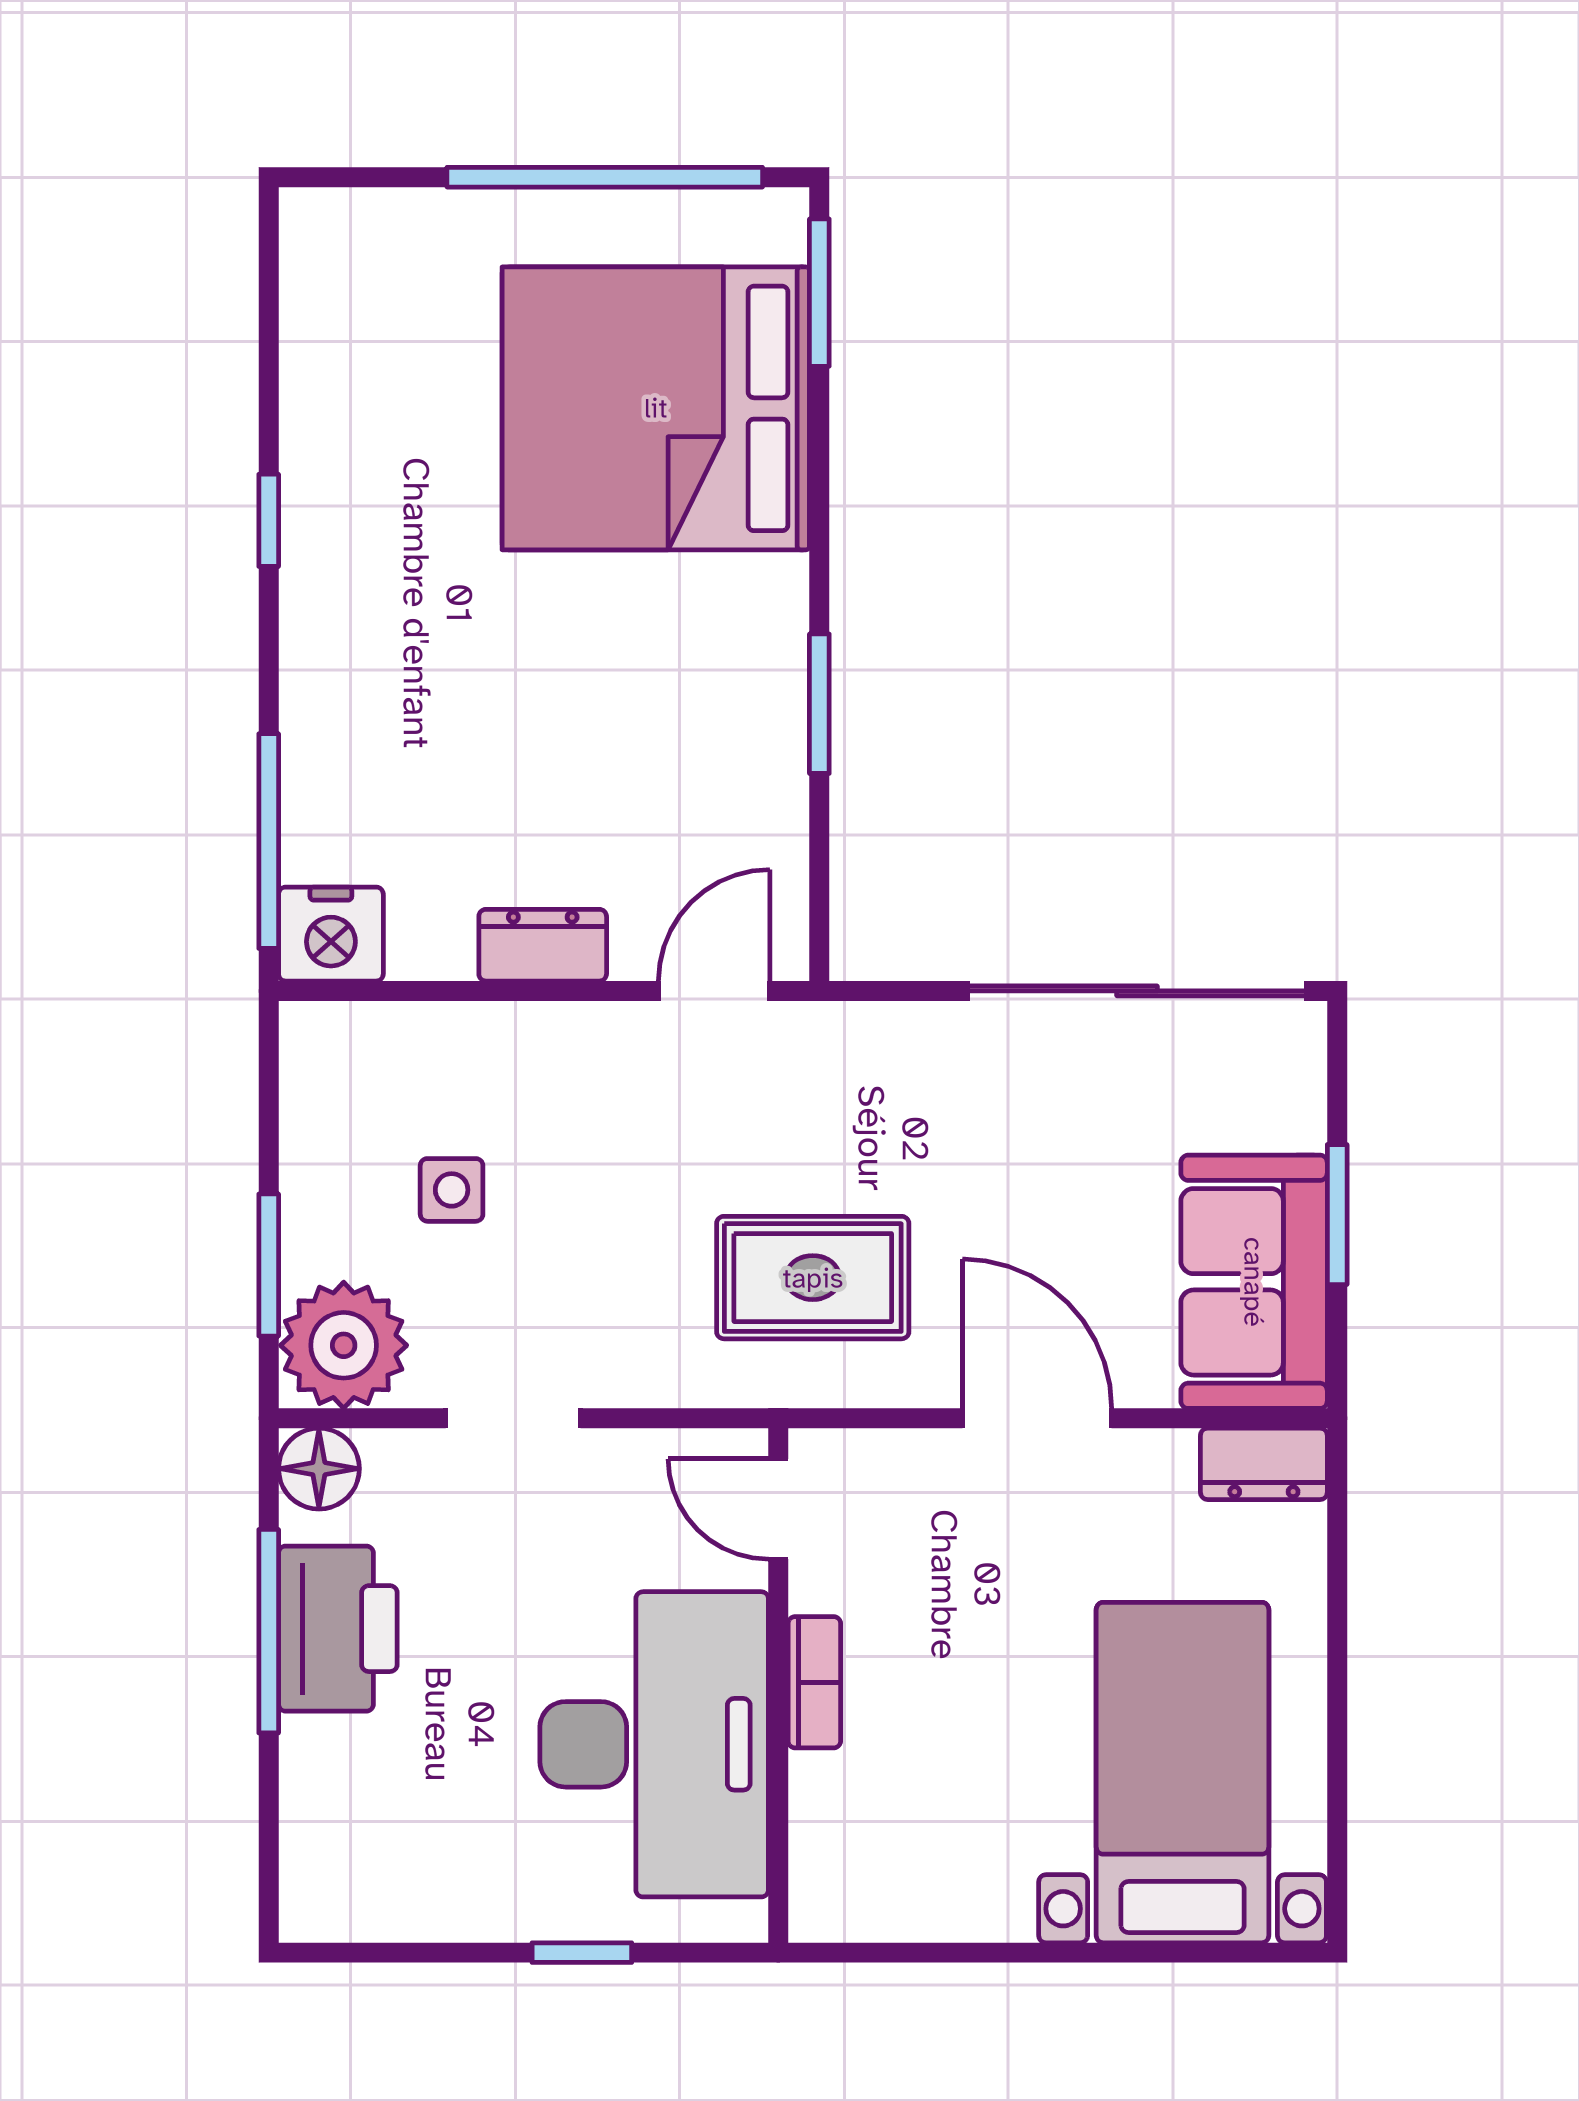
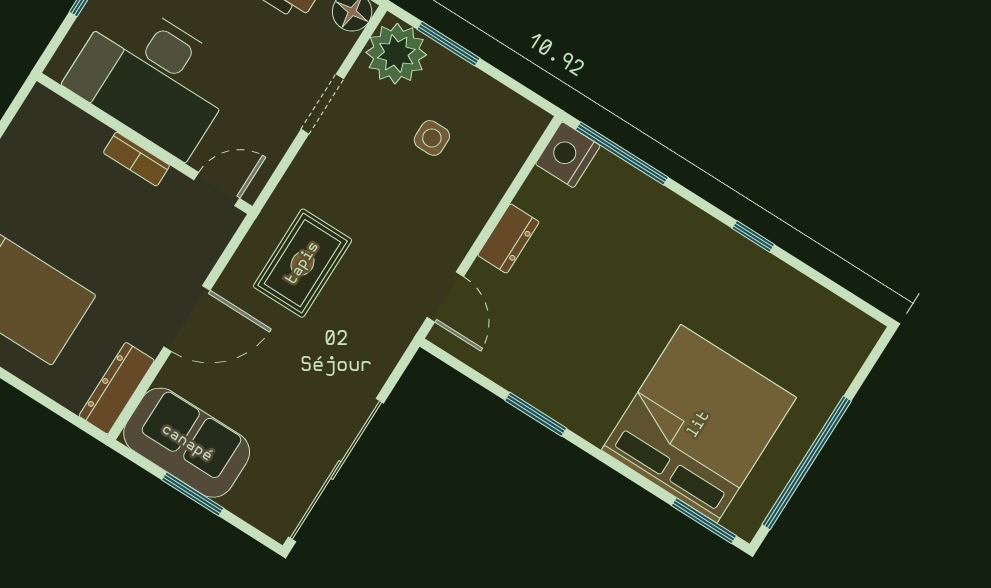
dresser: (1264, 1464) -> (117, 388), width x1.44

